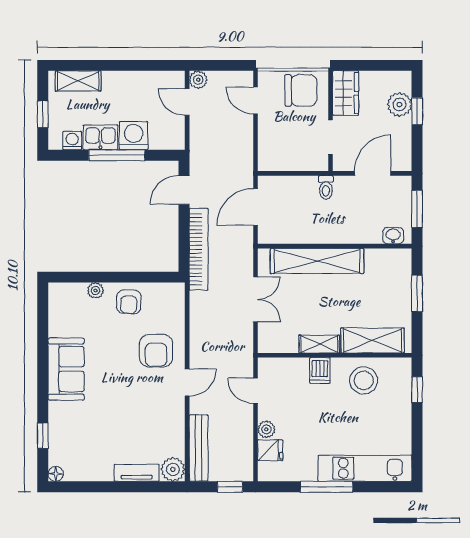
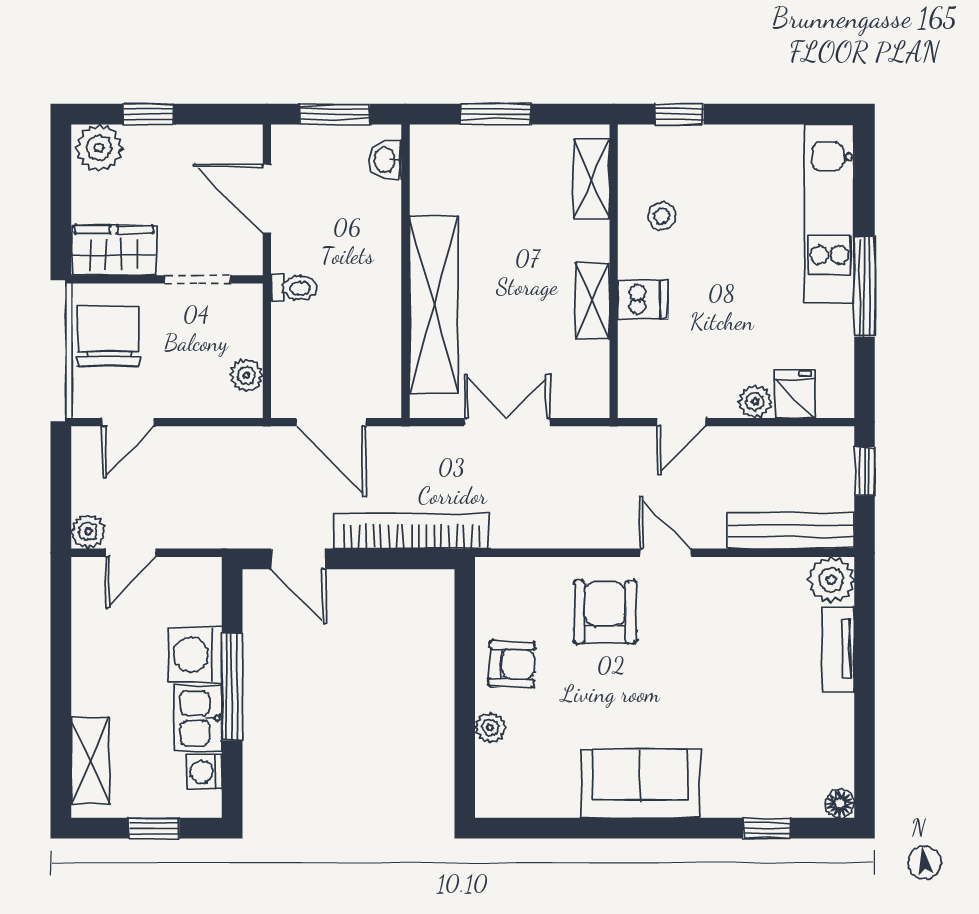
plant: (399, 105) -> (99, 148), moved
plant: (280, 163) -> (246, 375), added
shelving: (373, 340) -> (592, 179), width x0.67, depth x0.75
armchair: (156, 351) -> (605, 612), turned -90
stool: (364, 380) -> (662, 216), width x0.53, depth x0.53

